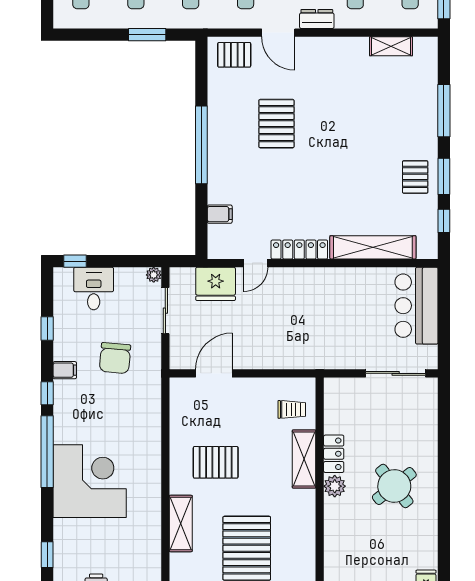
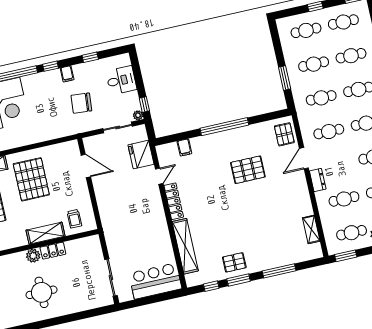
window: (75, 261) -> (144, 104), moved
door: (255, 263) -> (159, 176), swing flipped
pallet: (216, 462) -> (31, 179), width x1.37, depth x1.41
round table: (394, 486) -> (42, 292), turned 38

